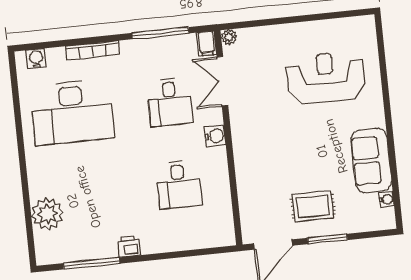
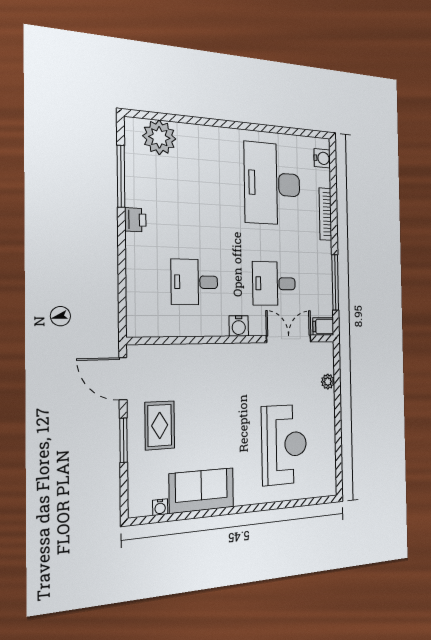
plant: (229, 37) -> (328, 382), moved
plant: (47, 214) -> (159, 137), moved

